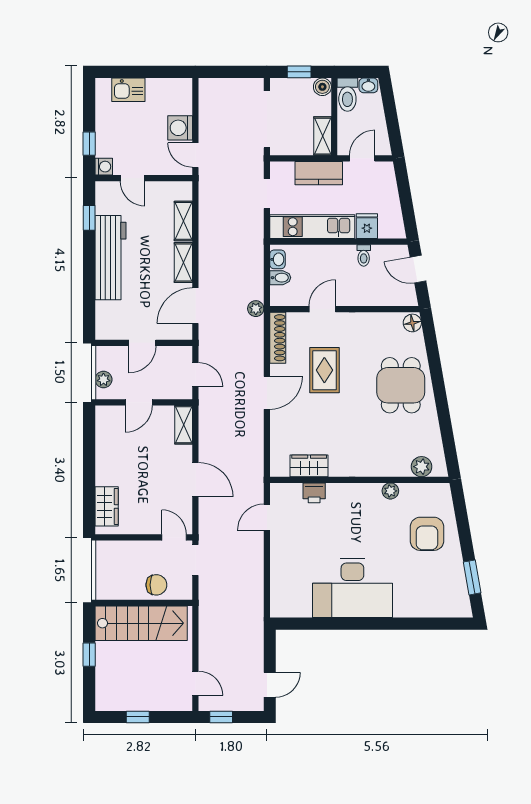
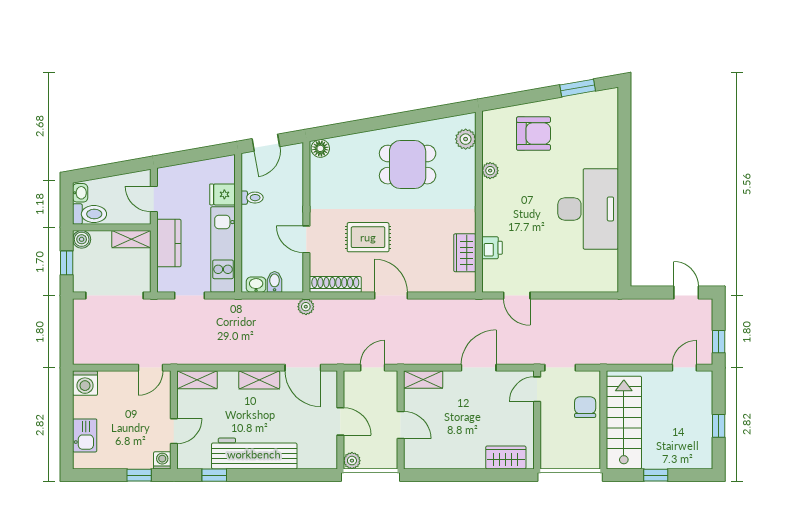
washing machine: (180, 128) -> (85, 383), moved
shelving: (183, 221) -> (197, 380), moved
plant: (103, 379) -> (352, 461), moved
dining table: (401, 385) -> (408, 165), moved

